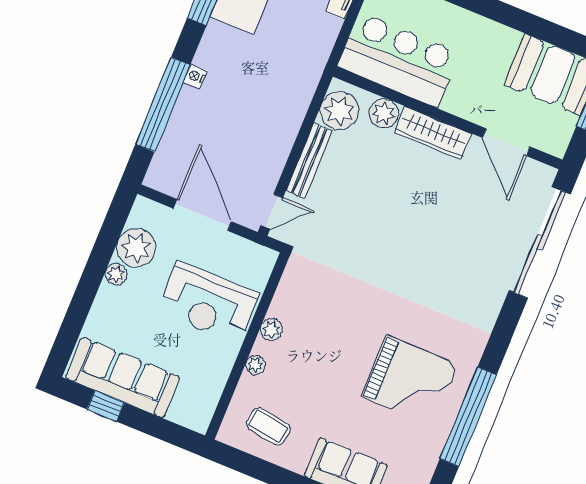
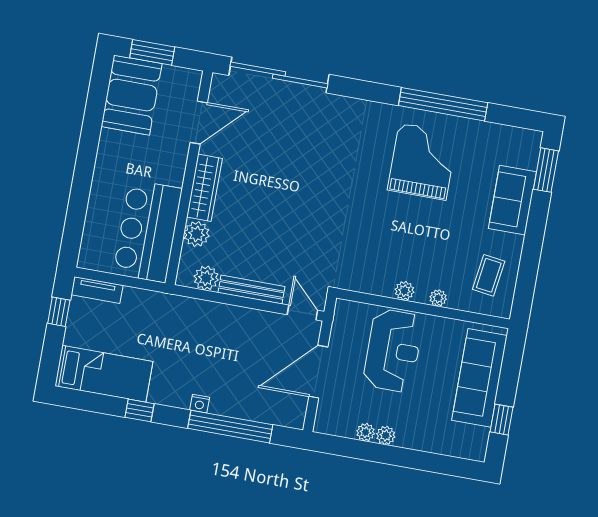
plant: (339, 111) -> (206, 278), width x0.73, depth x0.73
plant: (136, 248) -> (366, 432), width x0.53, depth x0.53
sofa: (123, 377) -> (479, 378), moved

